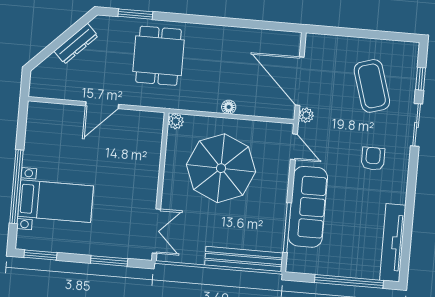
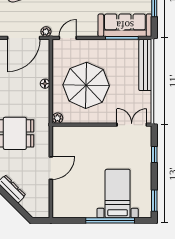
door: (102, 105) -> (51, 168), hinge flipped
sofa: (308, 207) -> (125, 25), moved
window: (109, 261) -> (154, 155), width x0.67

